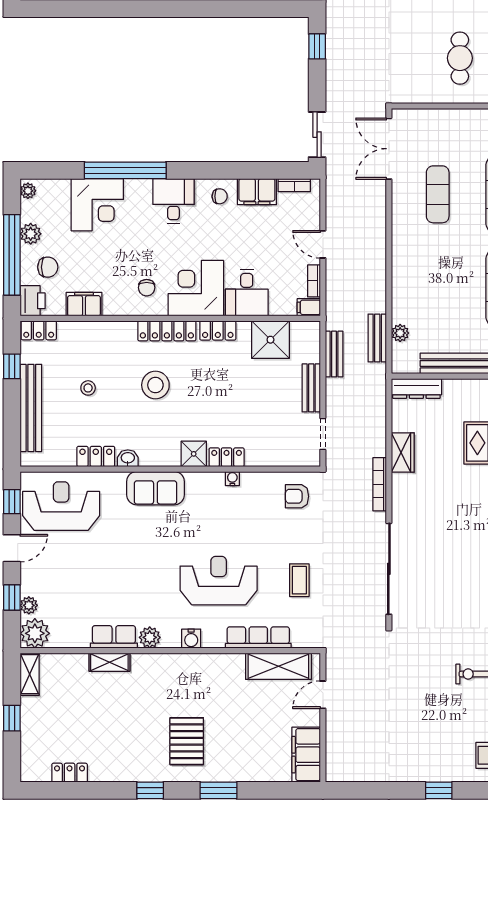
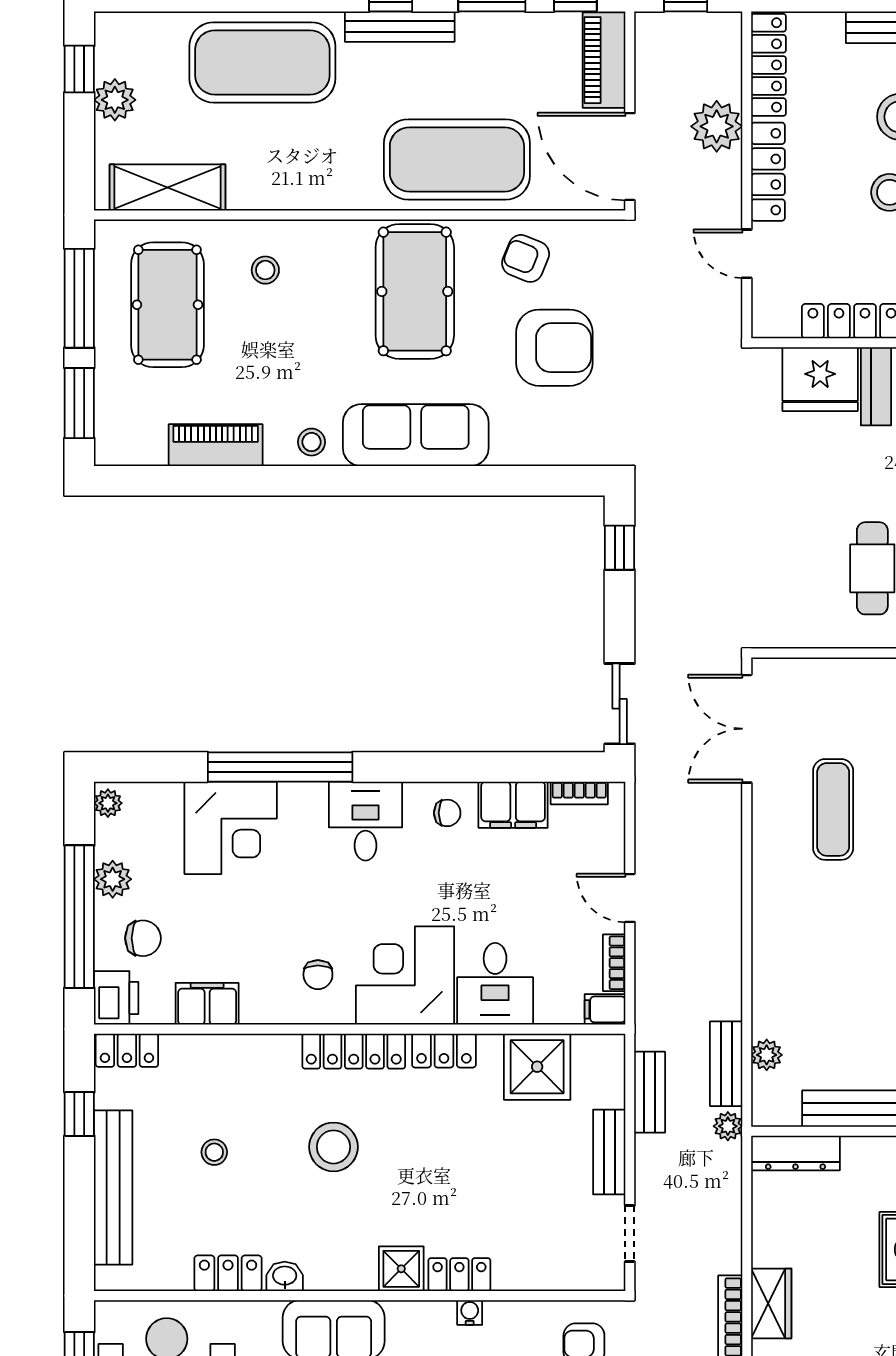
plant: (378, 373) -> (728, 1126), added
wardrobe: (403, 452) -> (771, 1303), moved

